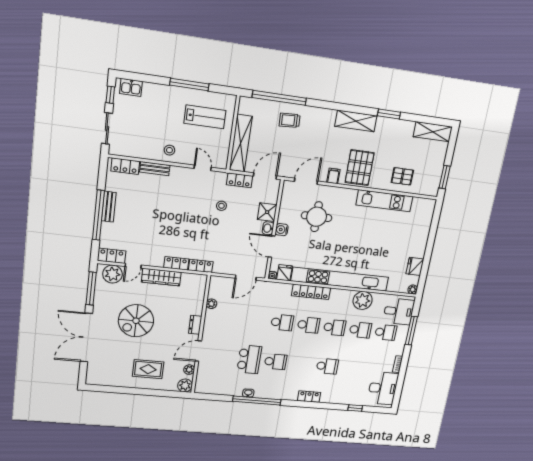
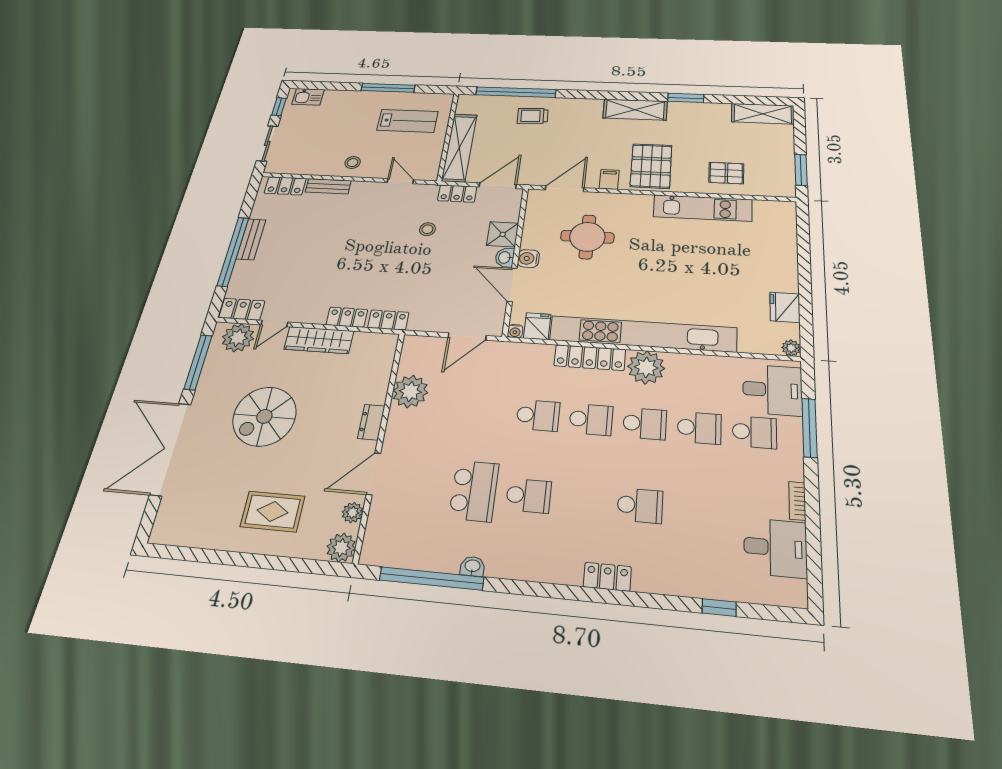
plant: (363, 300) -> (646, 367), moved
plant: (211, 304) -> (410, 391), width x1.87, depth x1.87
desk: (383, 388) -> (775, 548), width x0.73
window: (257, 400) -> (431, 579), moved

